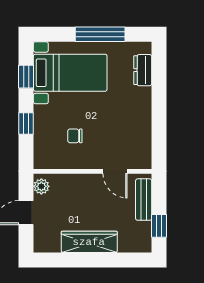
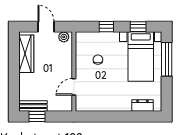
window: (100, 34) -> (167, 59), moved
bench: (144, 200) -> (33, 106), moved
wardrobe: (89, 242) -> (26, 54), moved

